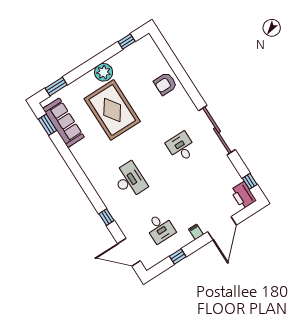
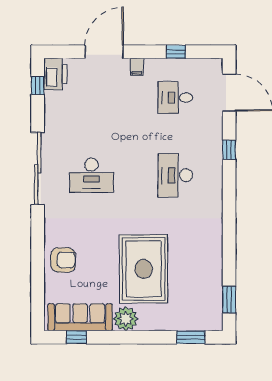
sofa: (63, 123) -> (80, 317), moved, turned 90
desk: (181, 147) -> (91, 175), width x1.37
desk: (160, 228) -> (175, 98), turned -90

